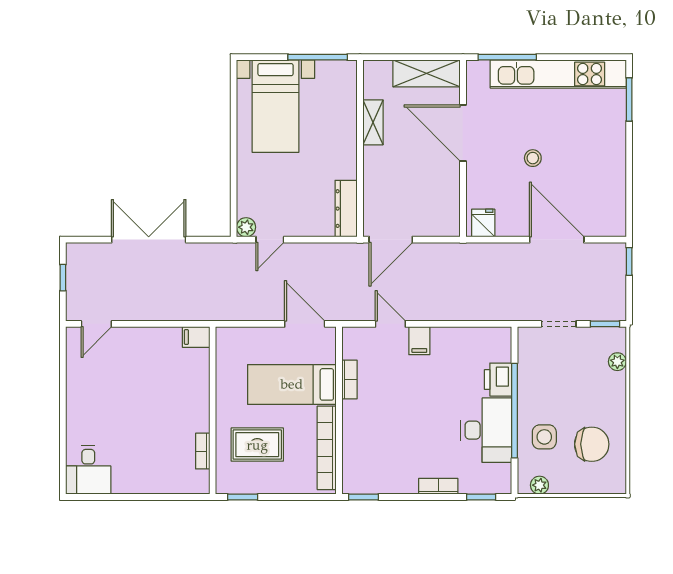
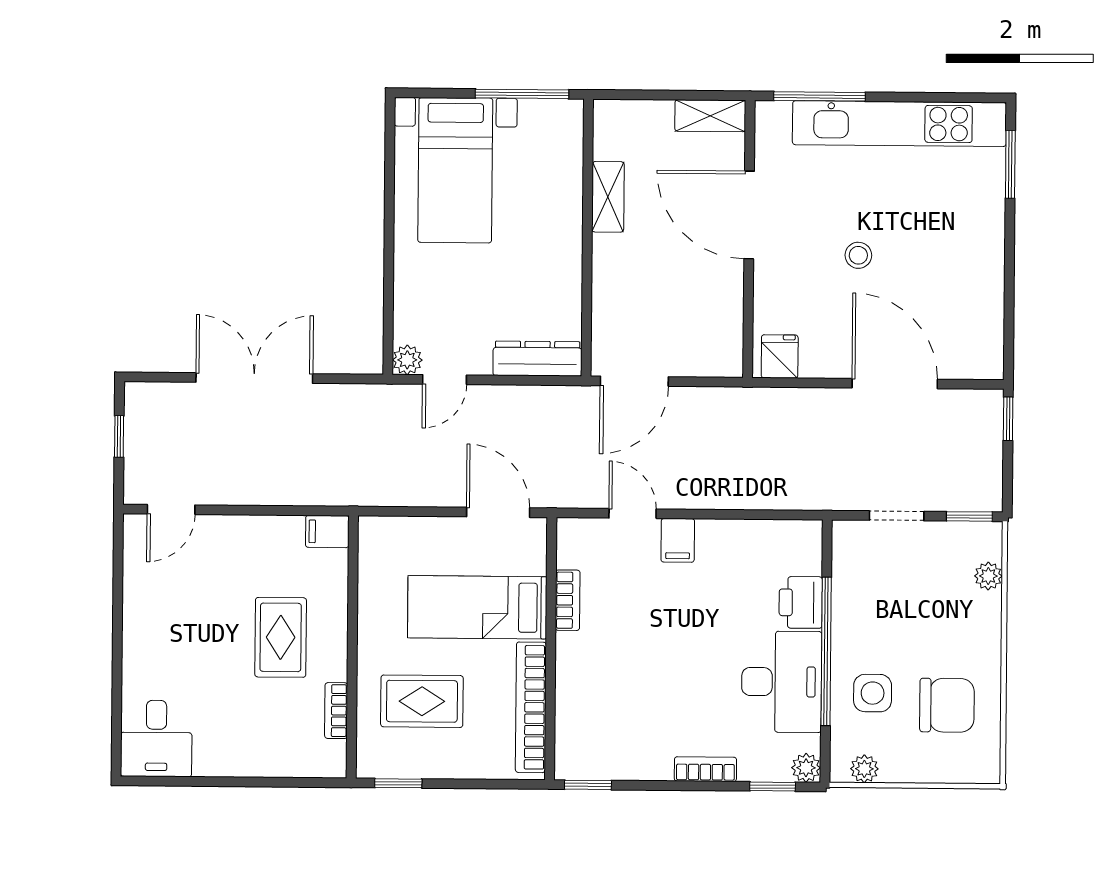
shelving: (426, 73) -> (710, 116), width x0.67, depth x0.75
dresser: (346, 209) -> (537, 359), moved, turned 90
rug: (167, 405) -> (281, 637), added
plant: (502, 485) -> (806, 768), added

